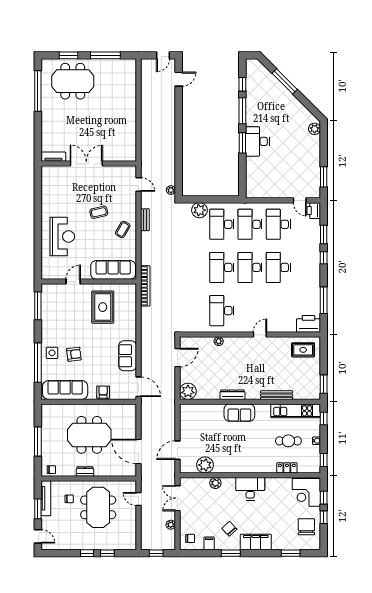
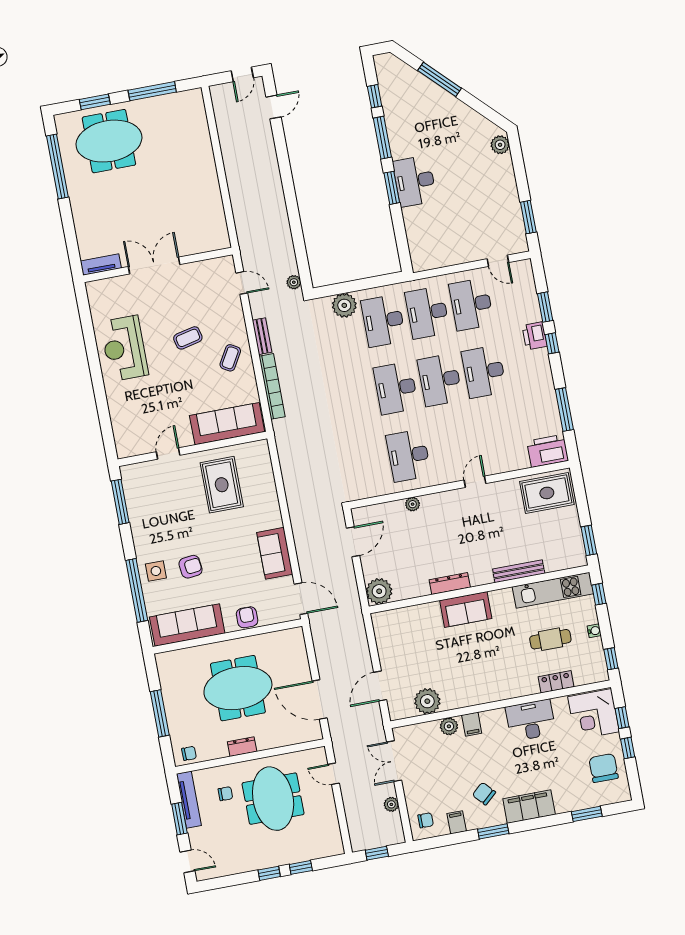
printer: (314, 211) -> (535, 336), moved
reception desk: (62, 236) -> (124, 348), moved, turned 180
bookcase: (145, 286) -> (272, 386), moved
rug: (303, 350) -> (547, 493), width x1.36, depth x1.43
filing cabinet: (230, 484) -> (472, 724), added
desk: (250, 489) -> (531, 720), moved

